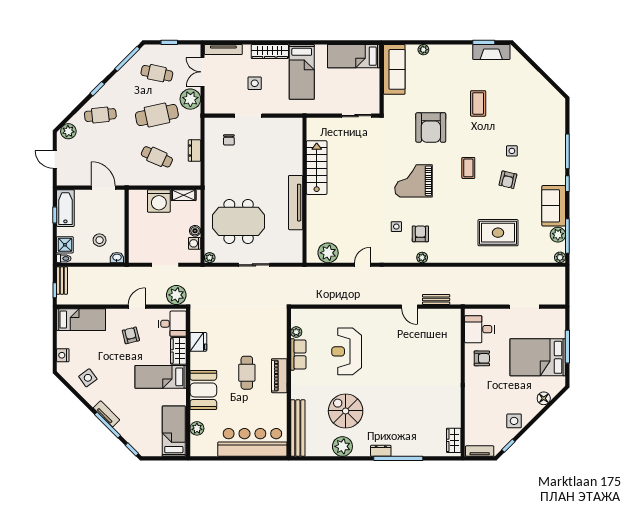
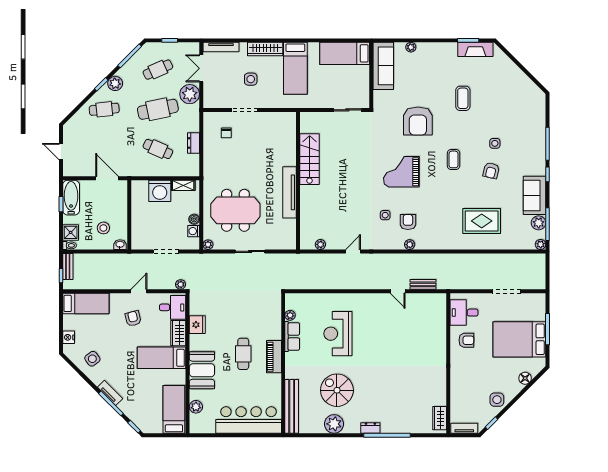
cafe table: (157, 73) -> (158, 70), turned -36
plant: (68, 131) -> (115, 83), moved
plant: (328, 253) -> (320, 244), width x0.53, depth x0.53
plant: (176, 295) -> (181, 284), width x0.53, depth x0.53

